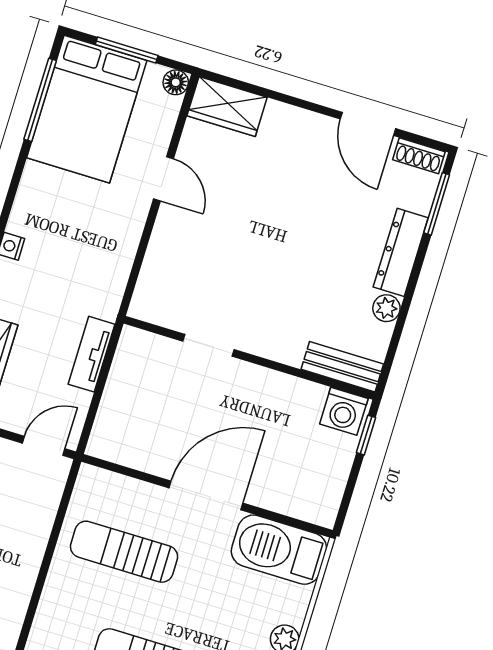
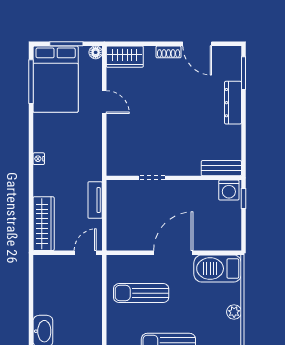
shoe rack: (419, 156) -> (169, 52), moved
plant: (386, 308) -> (234, 132), removed

